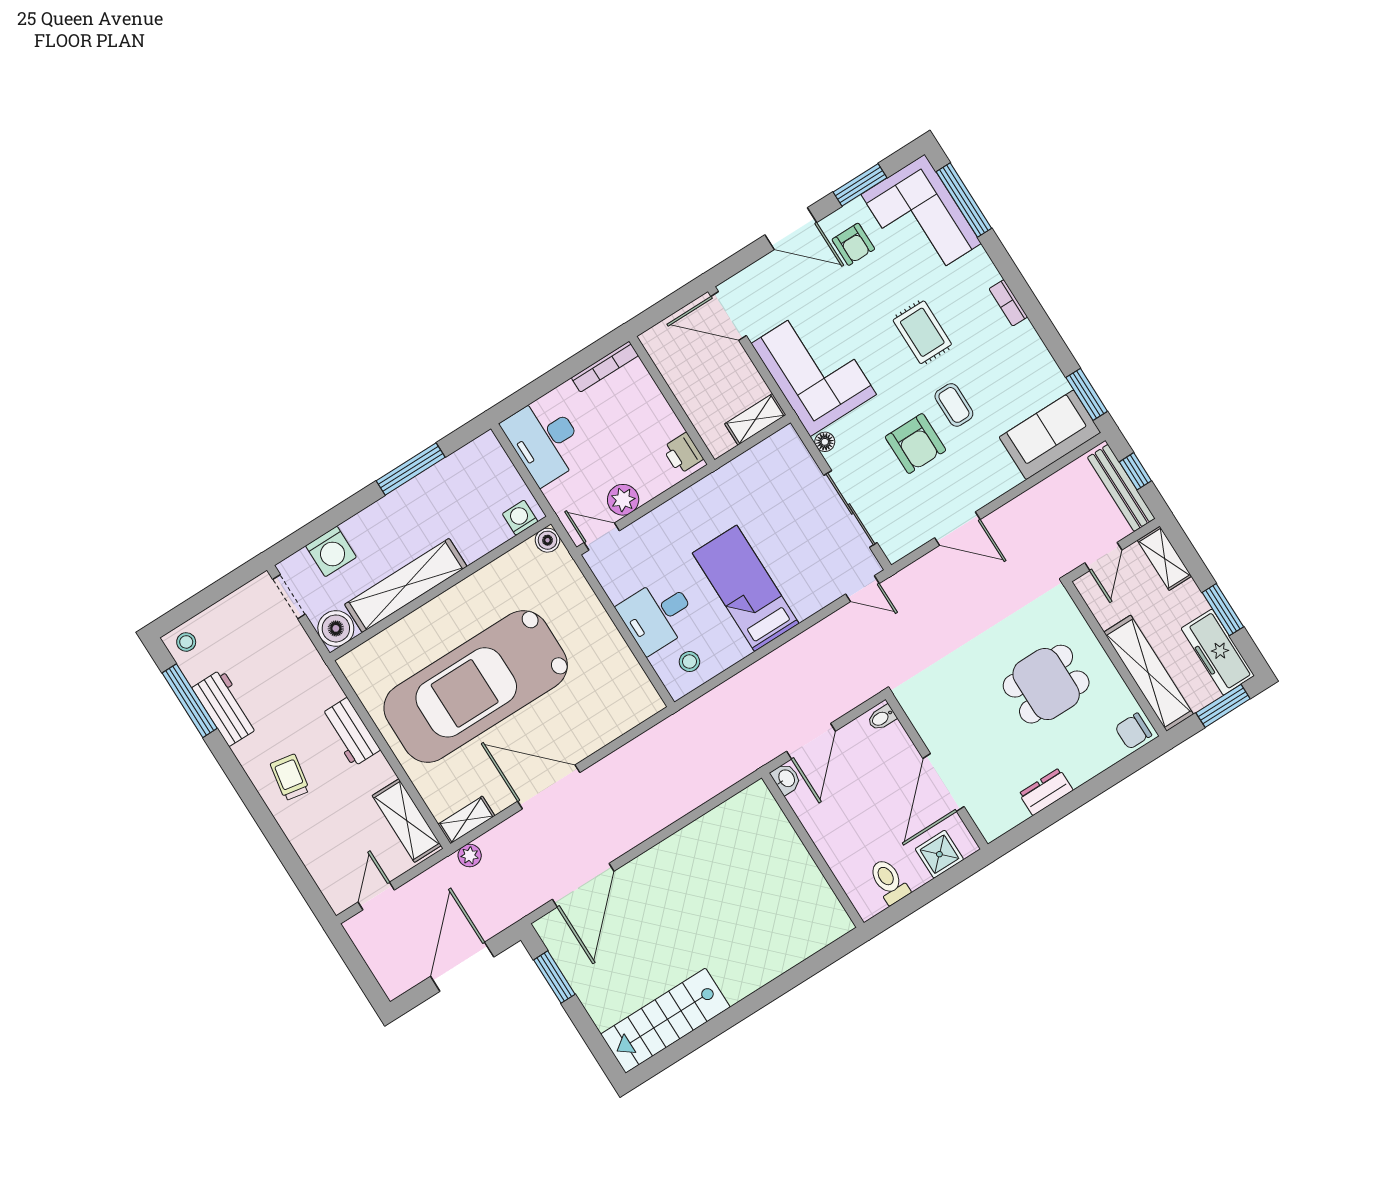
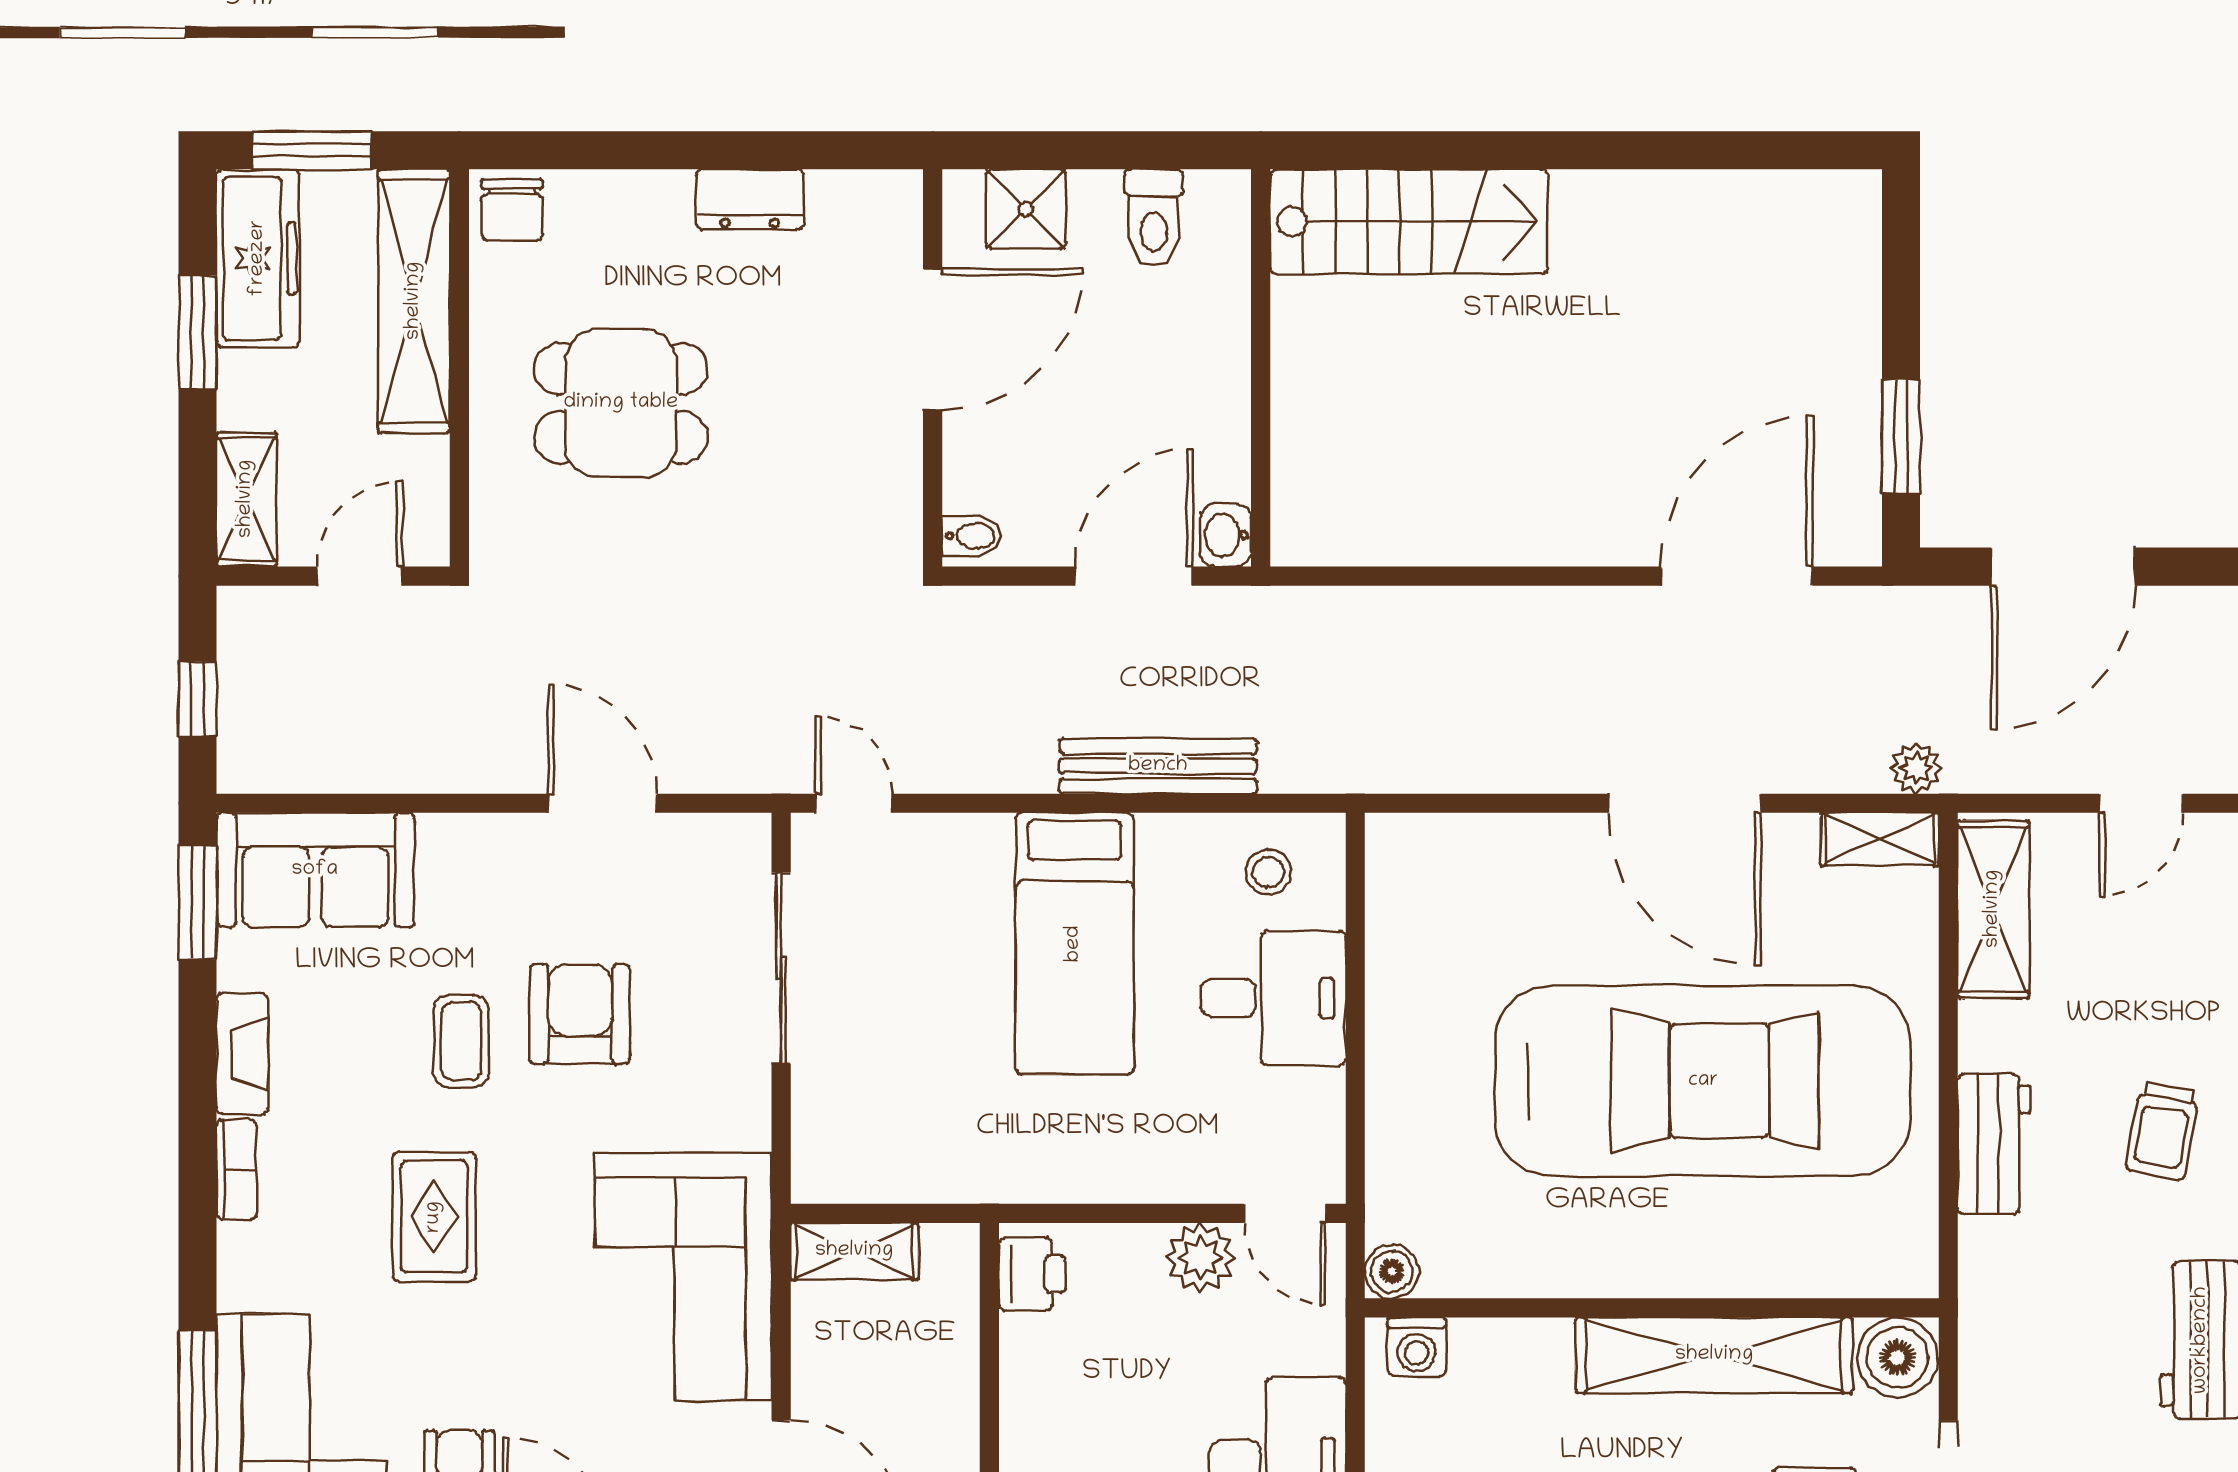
fireplace: (1034, 348) -> (242, 1054), added
floor lamp: (825, 442) -> (750, 1126), removed
bench: (1121, 488) -> (1158, 766), moved, turned 90
chair: (1133, 731) -> (512, 210), turned 90
stairs: (665, 1021) -> (1409, 222), moved

